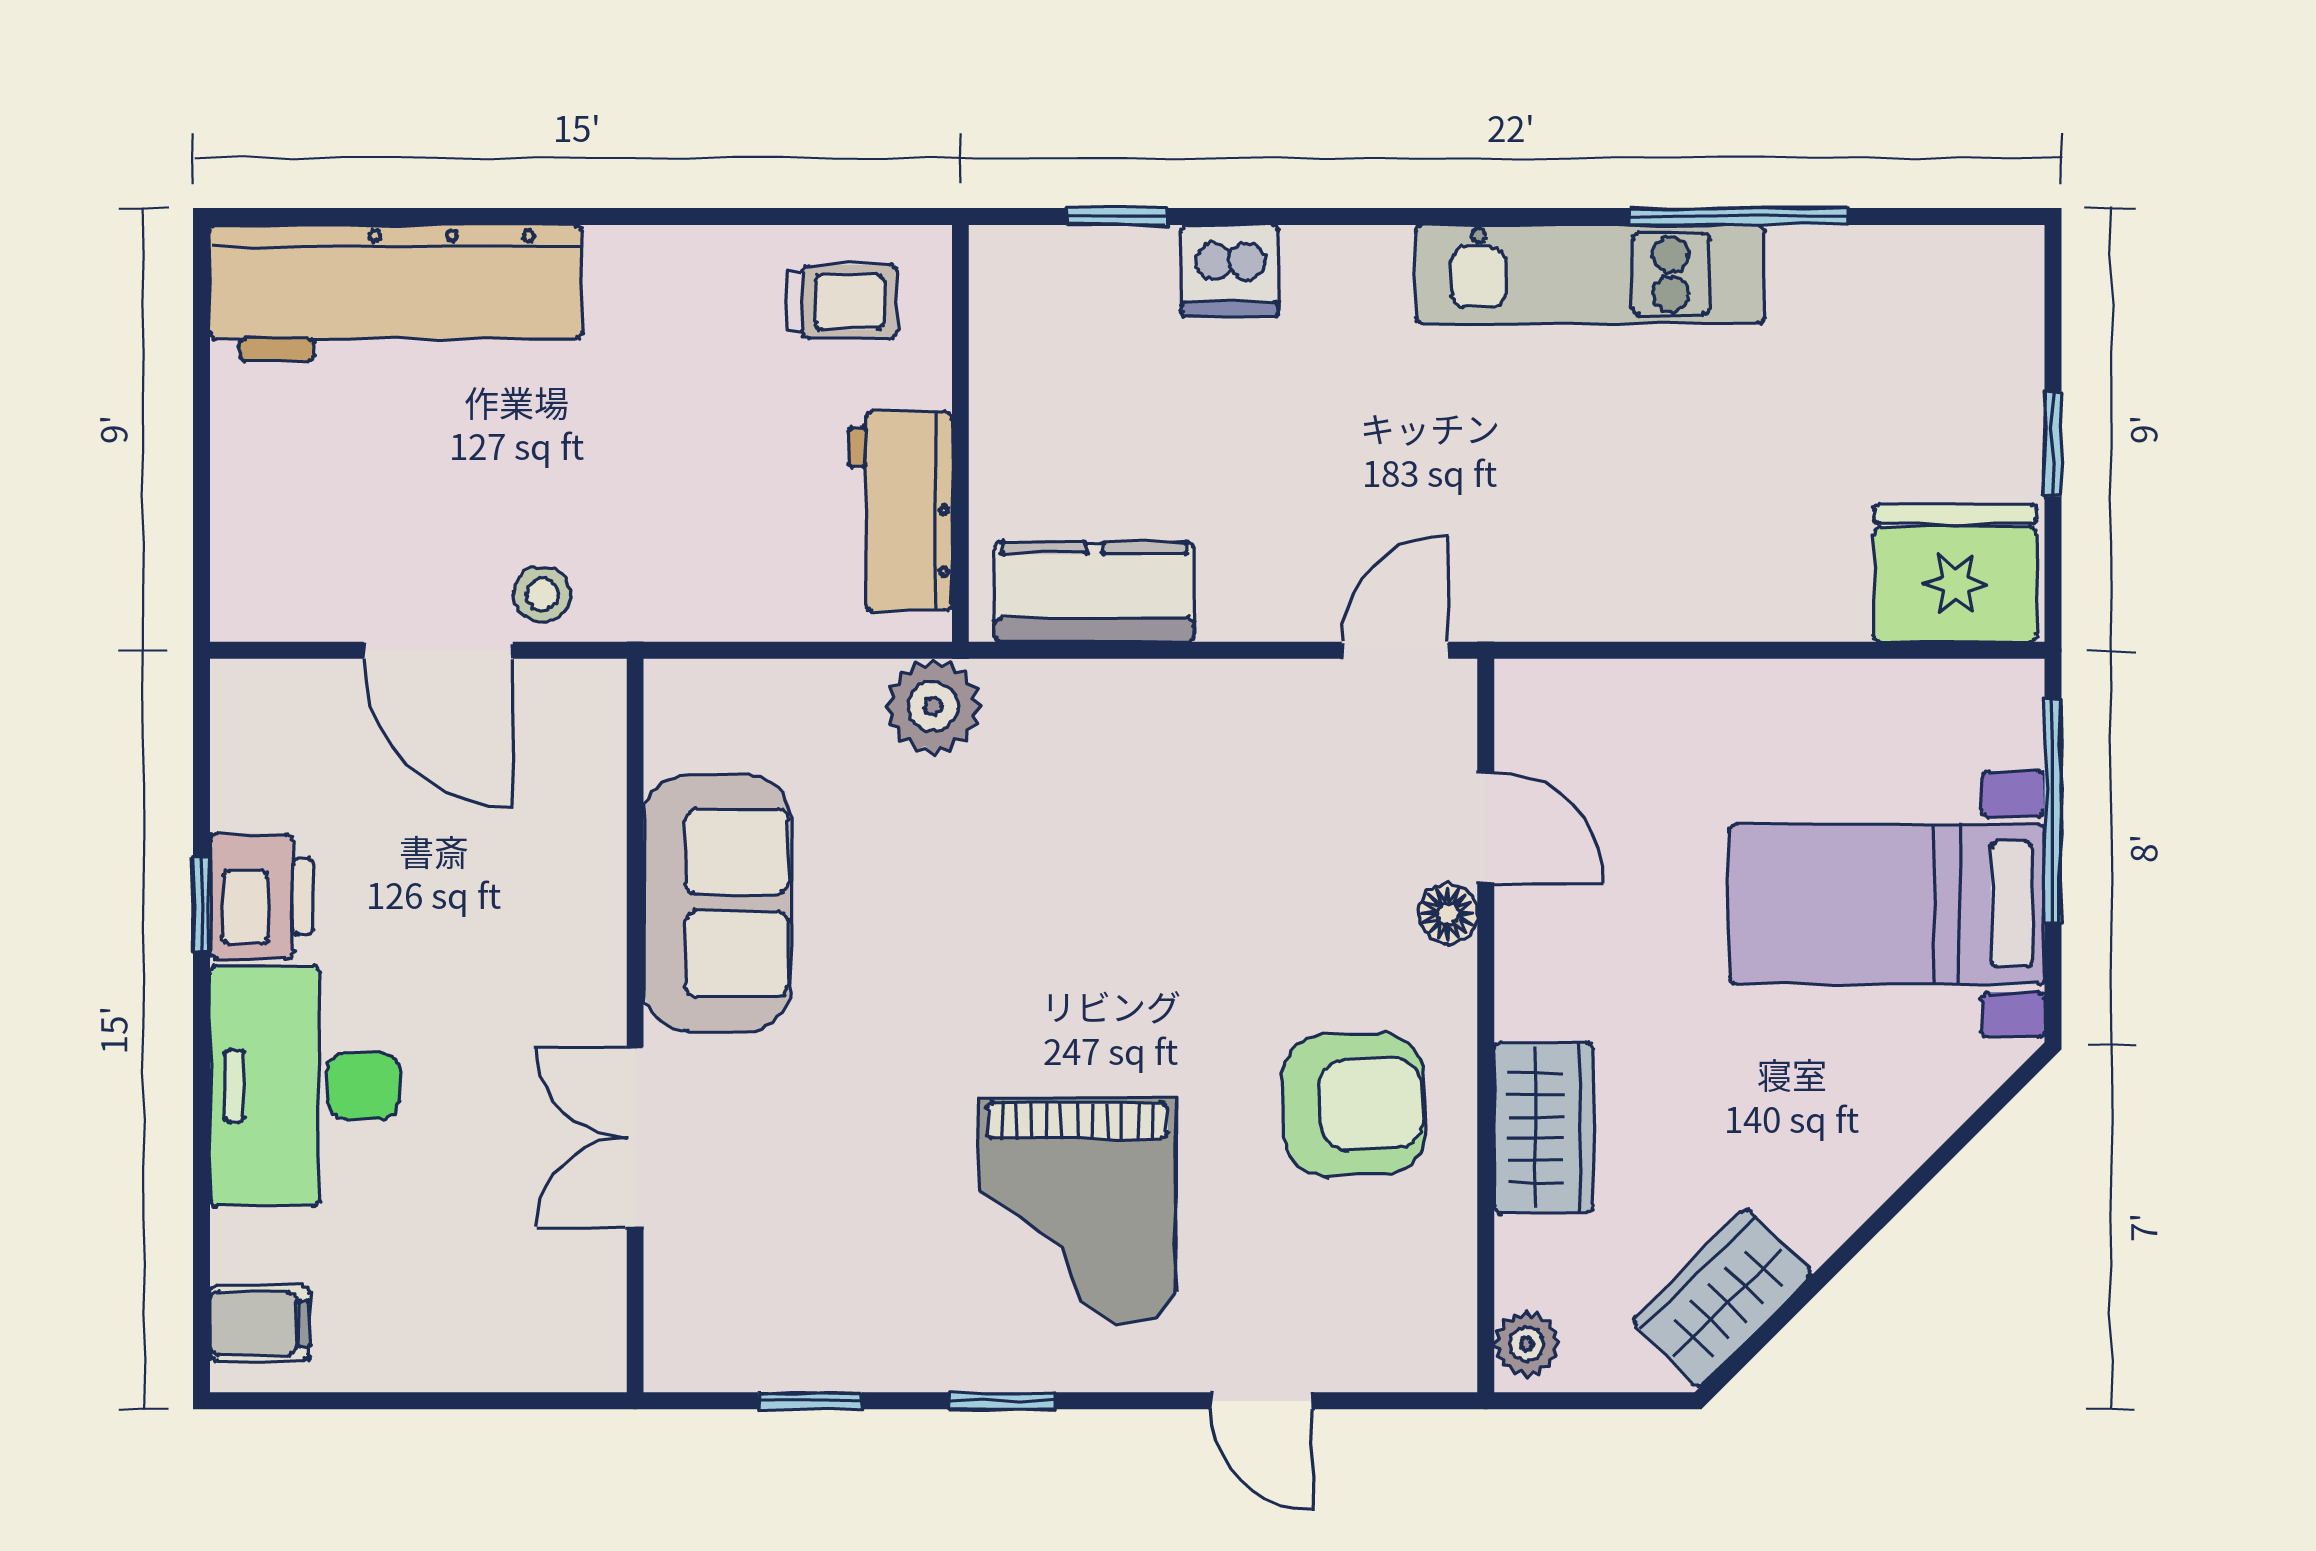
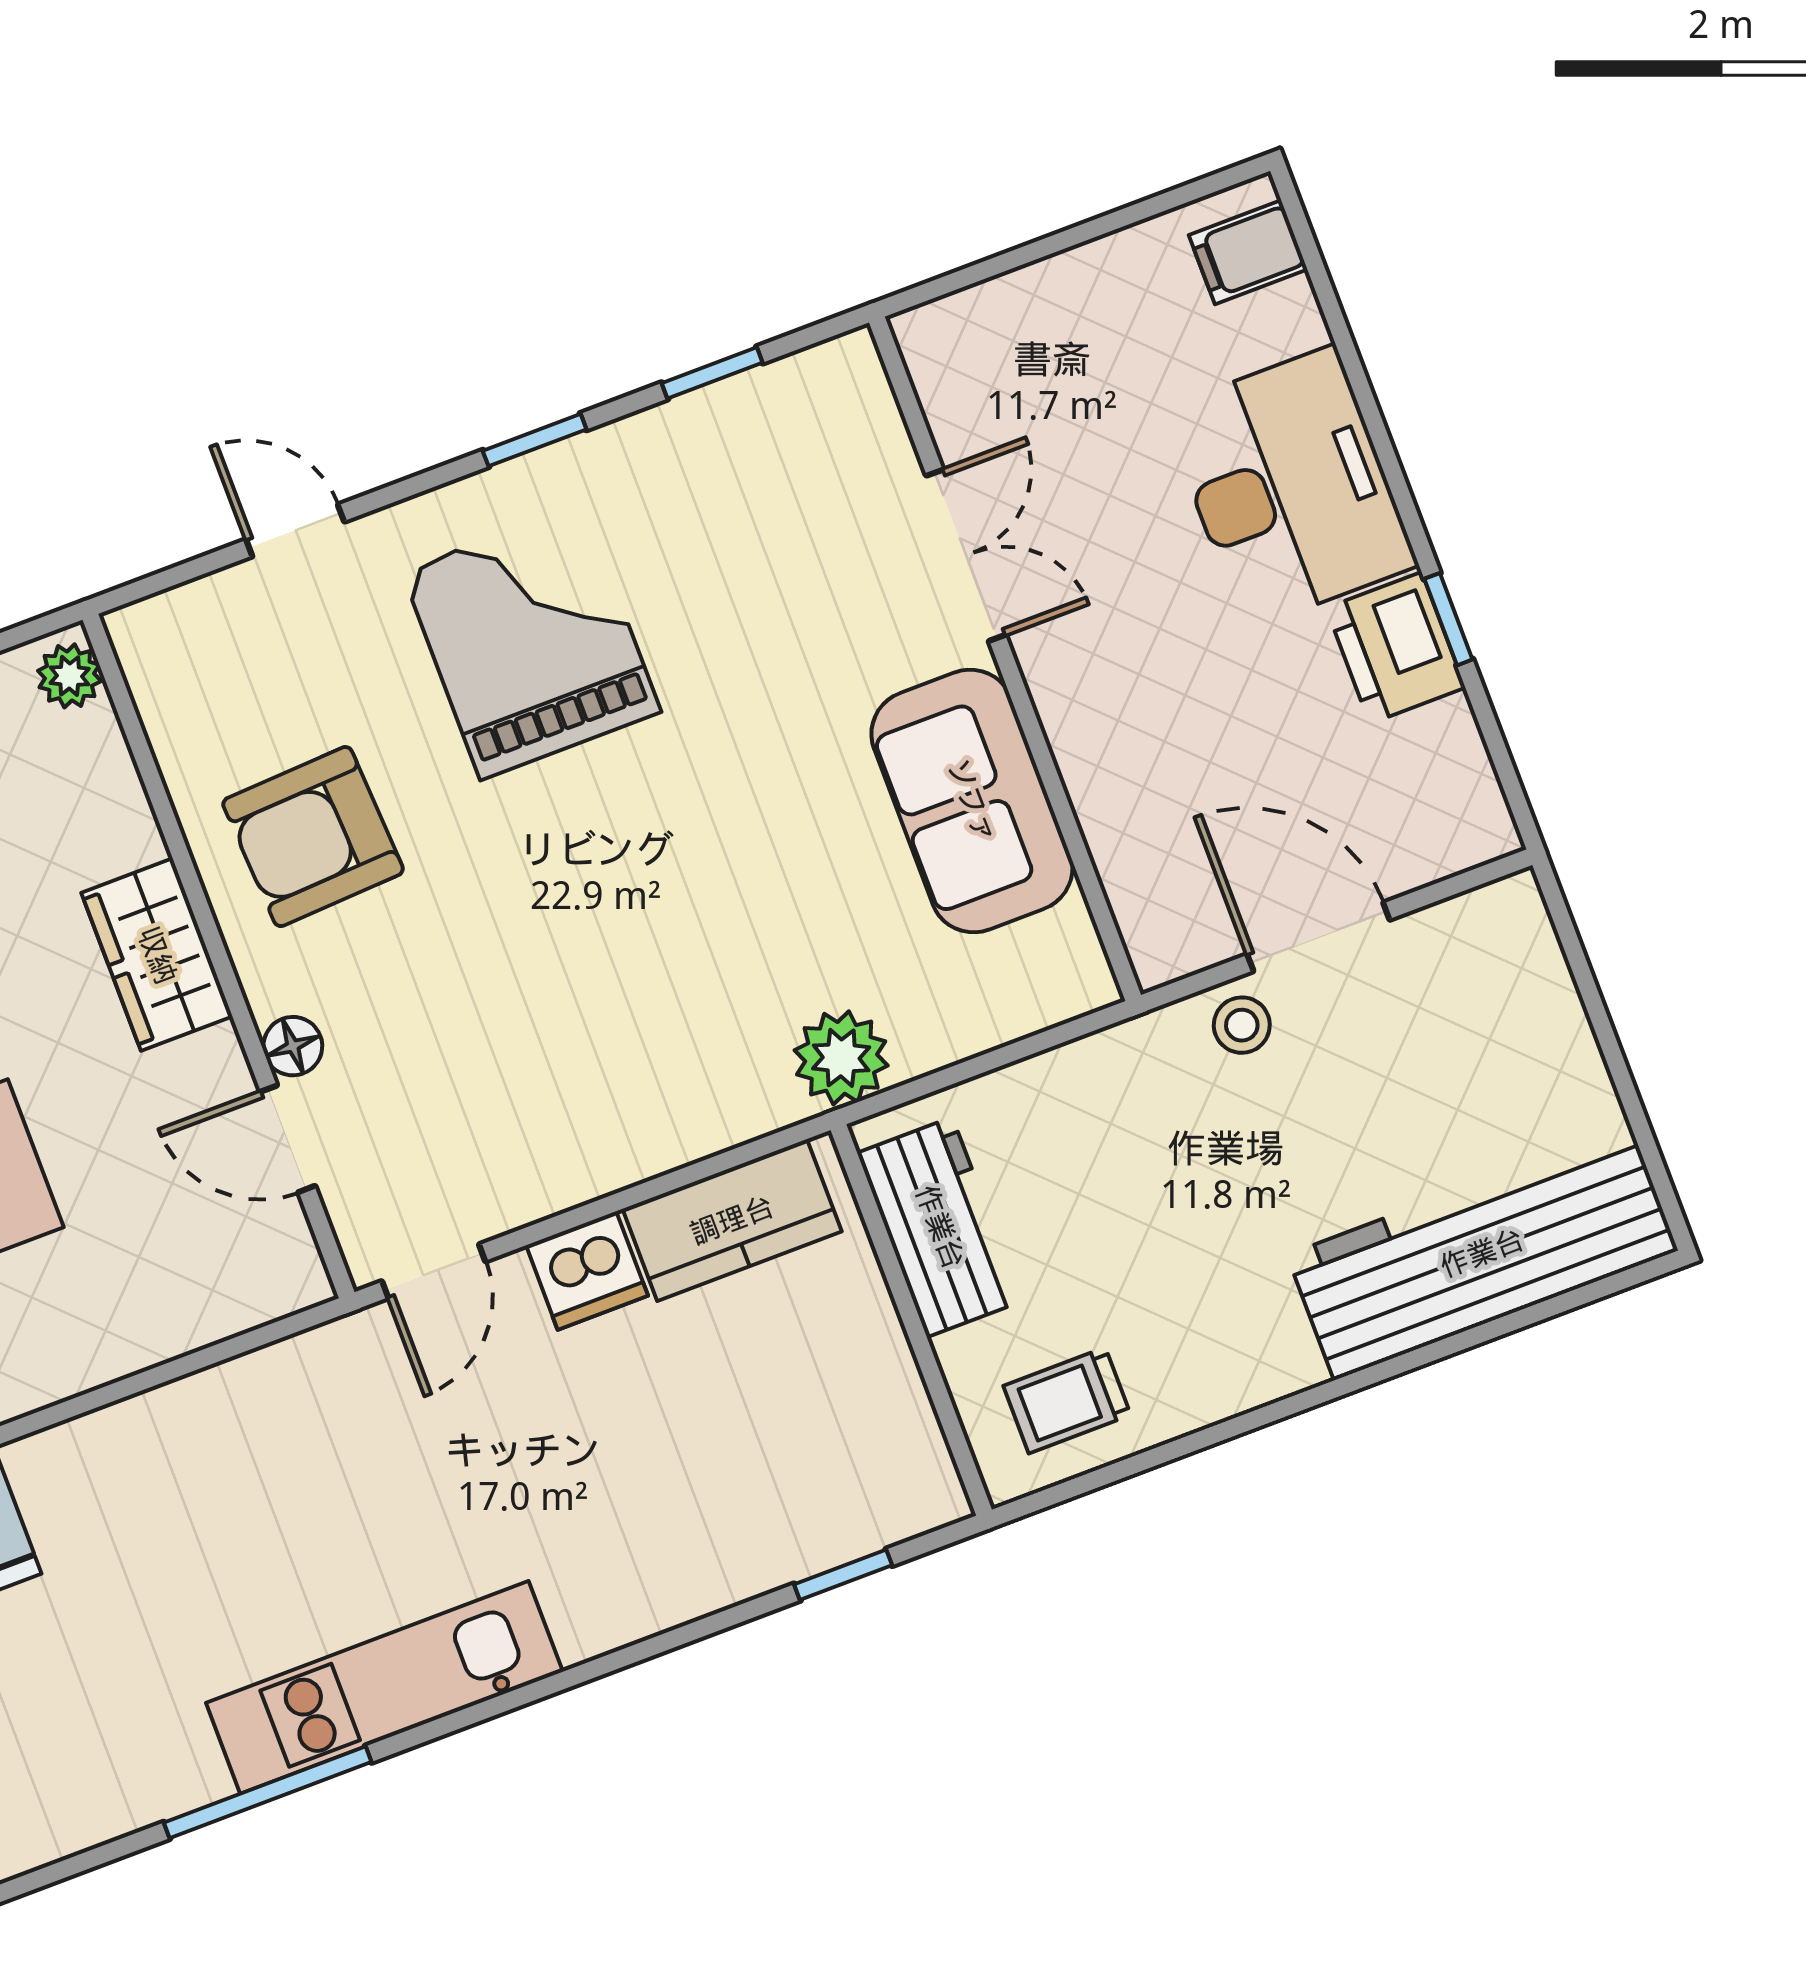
dishwasher: (1230, 271) -> (587, 1270), moved, turned 180
wardrobe: (1544, 1127) -> (157, 955), moved

